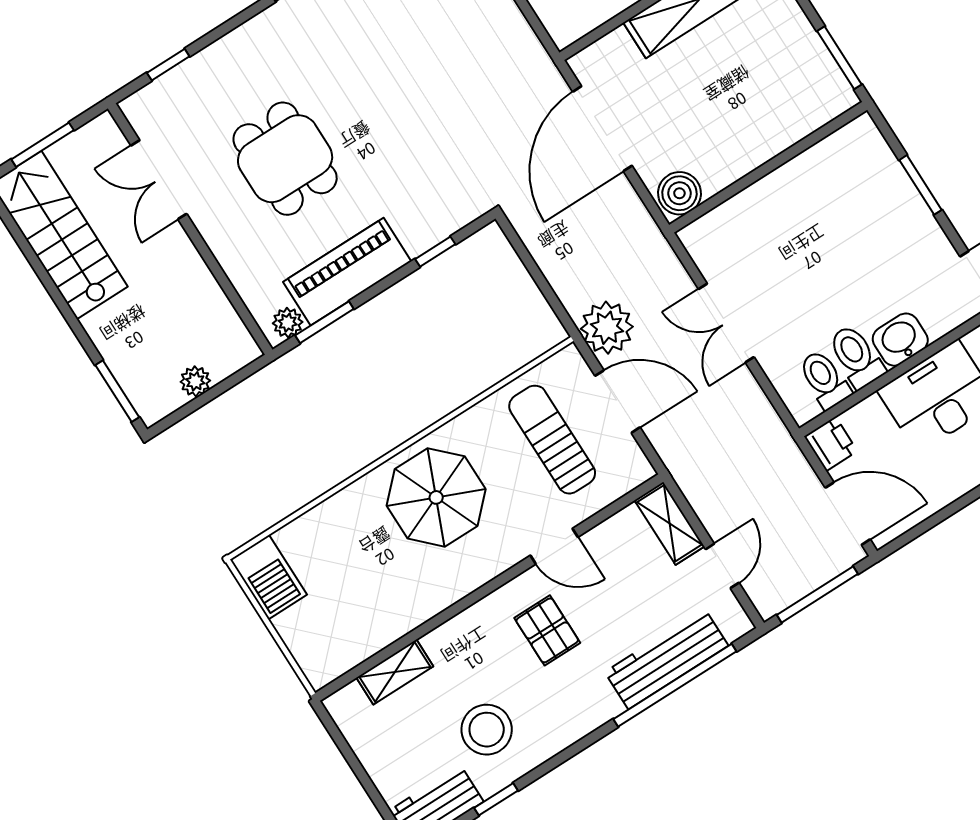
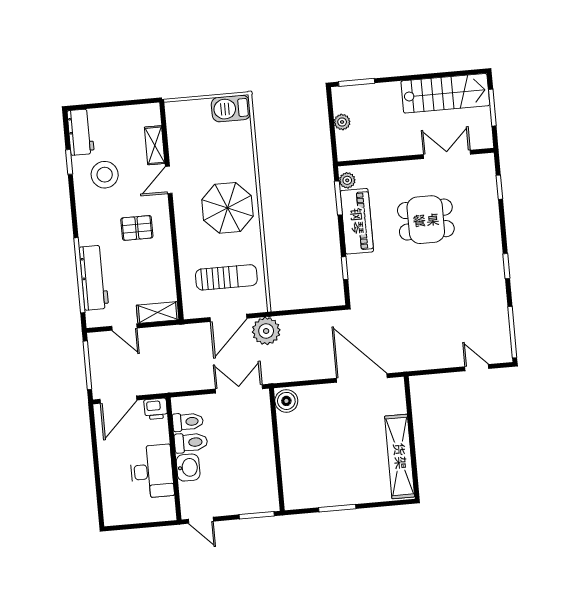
wall: (768, 167) -> (277, 449), moved
boiler: (679, 193) -> (286, 401), moved
door: (554, 546) -> (169, 180), moved

